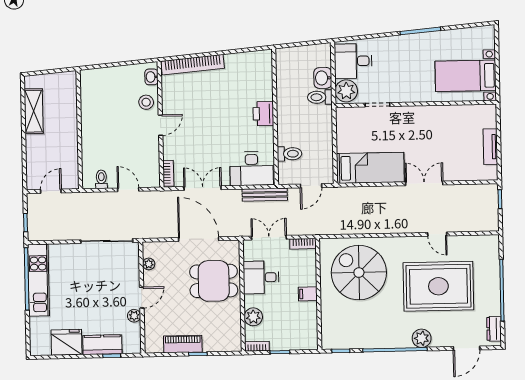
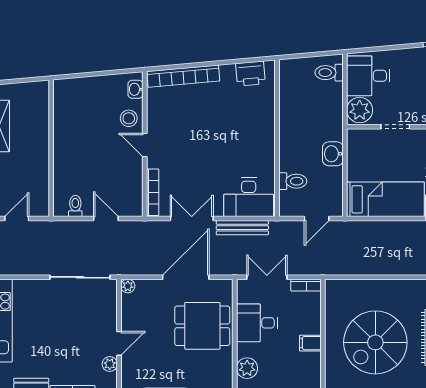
washbasin: (323, 78) -> (333, 154), moved
toilet: (320, 97) -> (329, 73), moved
printer: (263, 114) -> (250, 74), moved, turned -95
door: (161, 125) -> (145, 145), swing flipped
bookcase: (168, 173) -> (153, 192), width x1.56
bench: (265, 195) -> (242, 228), moved
door: (199, 239) -> (186, 277), hinge flipped
plant: (149, 264) -> (128, 286), moved
spiral stairs: (359, 273) -> (375, 342), moved, turned -90

